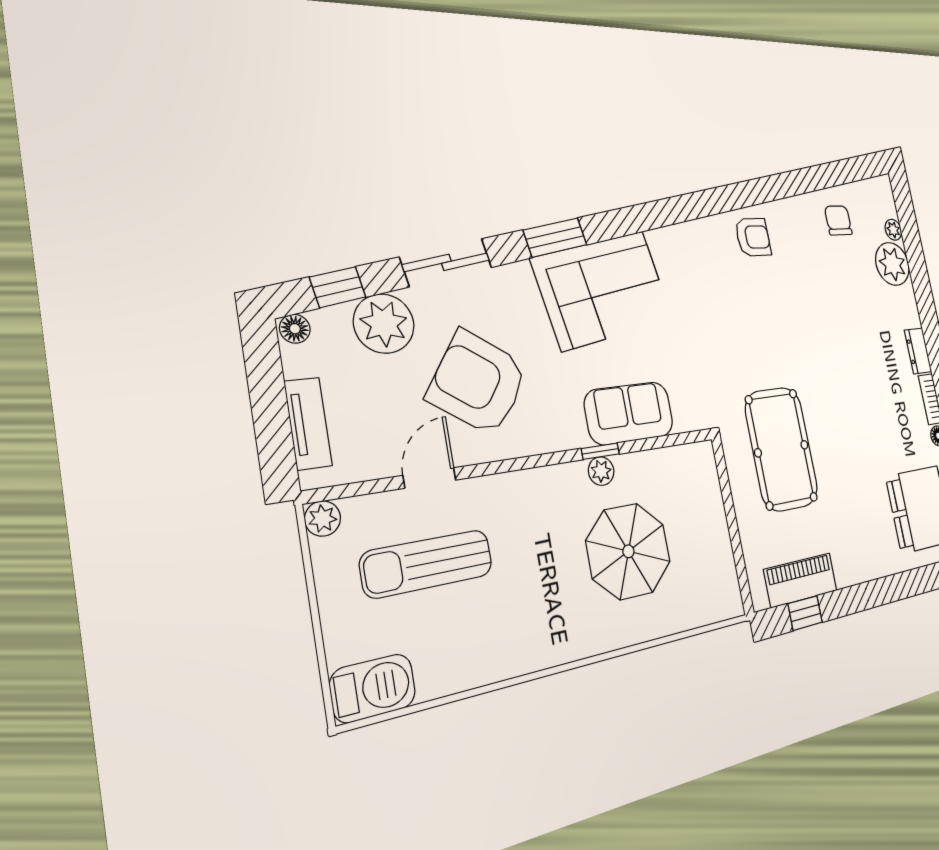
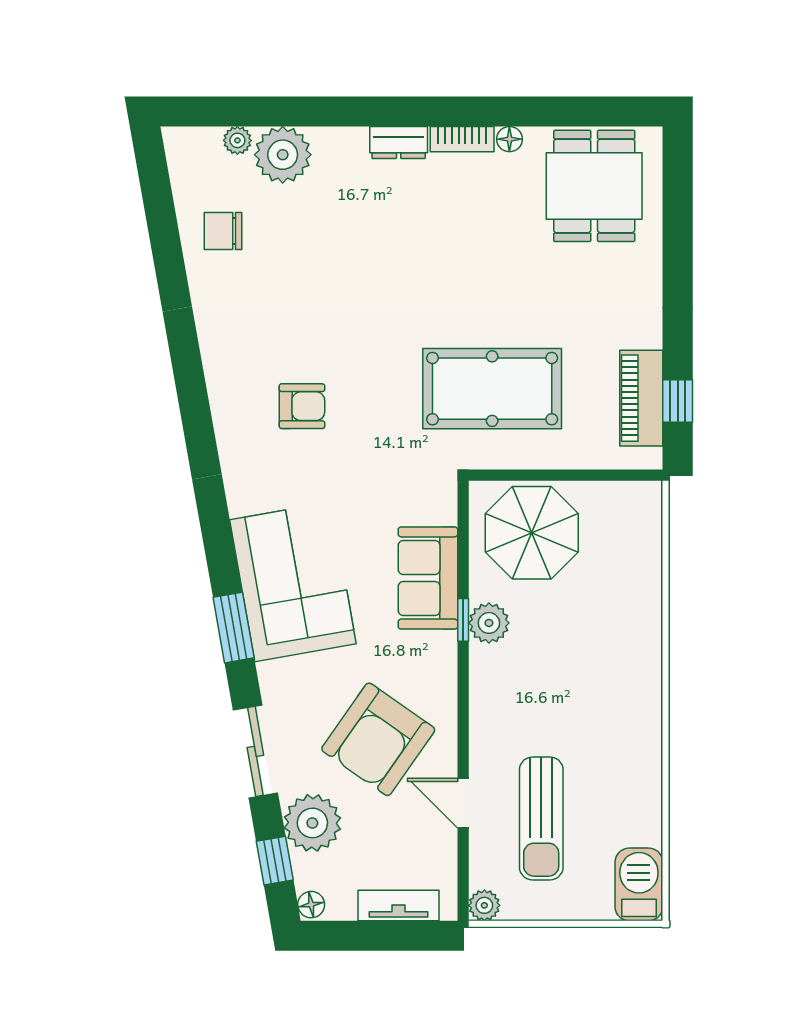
armchair: (753, 237) -> (302, 406), moved, turned 90
plant: (601, 471) -> (489, 623), width x1.38, depth x1.38
parasol: (628, 551) -> (532, 533), moved

